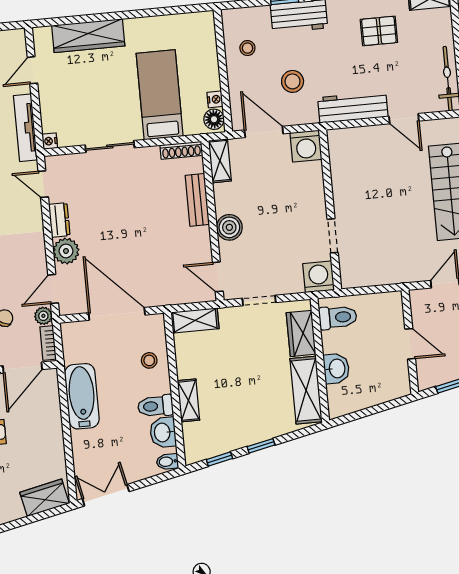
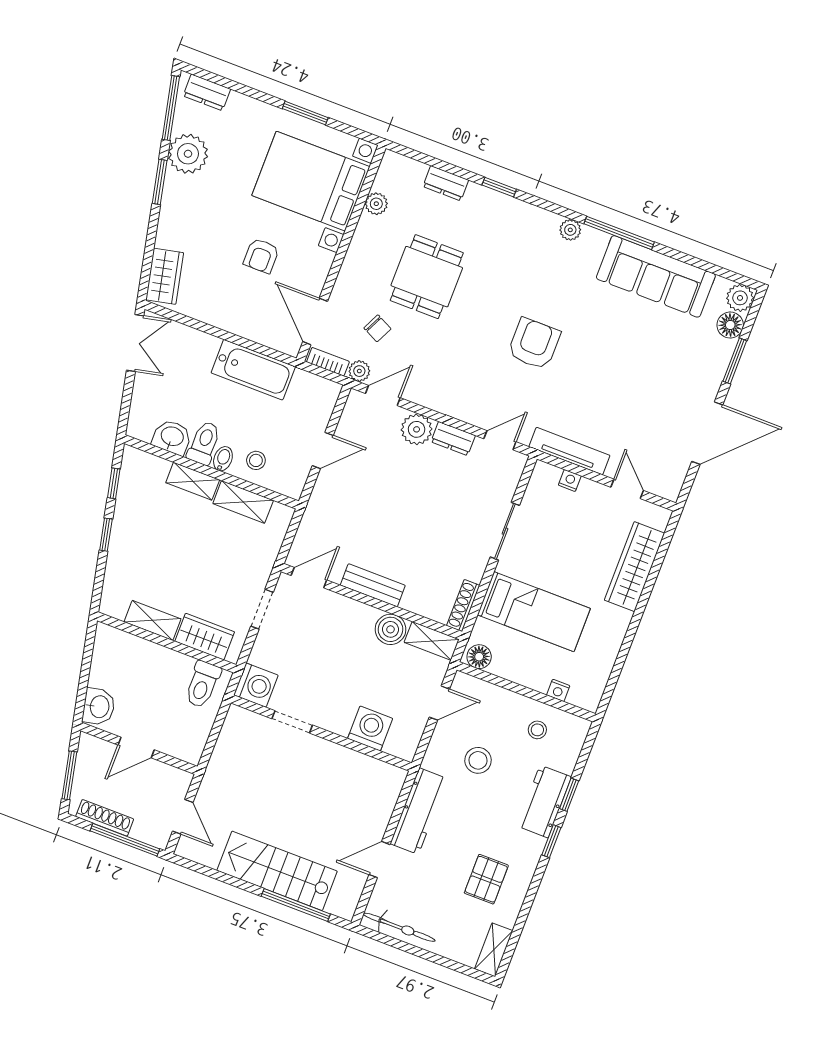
nightstand: (215, 99) -> (558, 690), moved
door: (264, 132) -> (439, 703), width x0.73
nightstand: (50, 141) -> (570, 480), moved
washing machine: (306, 146) -> (370, 729), moved, turned 90
bench: (197, 200) -> (373, 585), moved
boiler: (229, 227) -> (391, 629), moved
door: (53, 289) -> (383, 396), hinge flipped
door: (117, 314) -> (323, 450), width x0.53
shelving: (195, 320) -> (243, 502), moved, turned 90
washbasin: (336, 368) -> (99, 707), moved, turned -102
shelving: (306, 390) -> (153, 620), width x0.67, depth x0.75
bidet: (167, 462) -> (223, 459), moved

